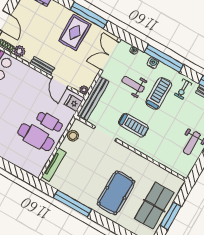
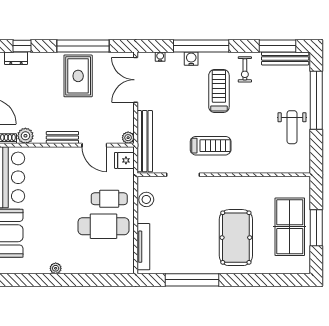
weight bench: (133, 84) -> (182, 98), removed

